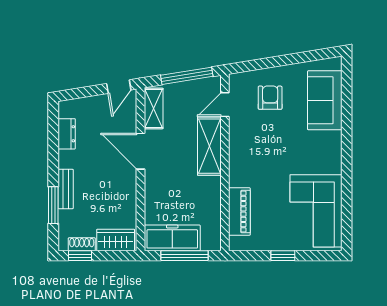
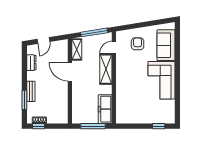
door: (119, 87) -> (43, 40), moved
corner sofa: (316, 211) -> (162, 80), moved
piano: (239, 212) -> (122, 103), removed
freezer: (172, 238) -> (105, 109), moved, turned -90
wardrobe: (116, 240) -> (57, 118), removed
window: (283, 256) -> (159, 126), moved

